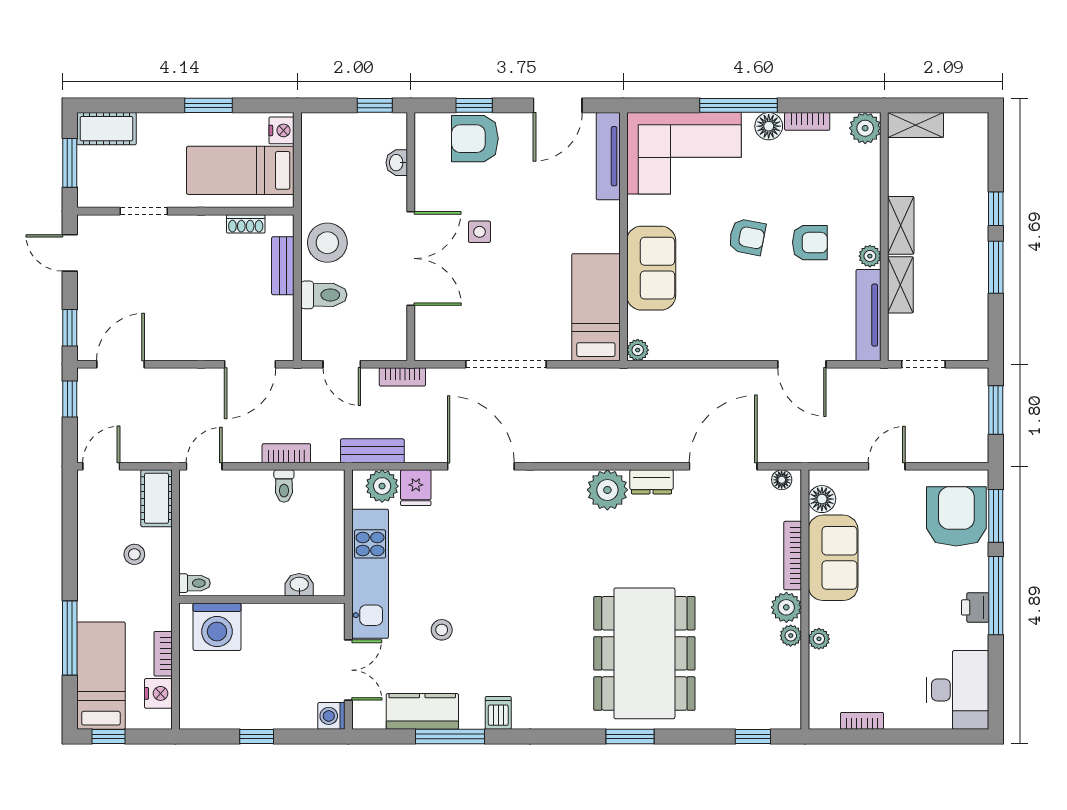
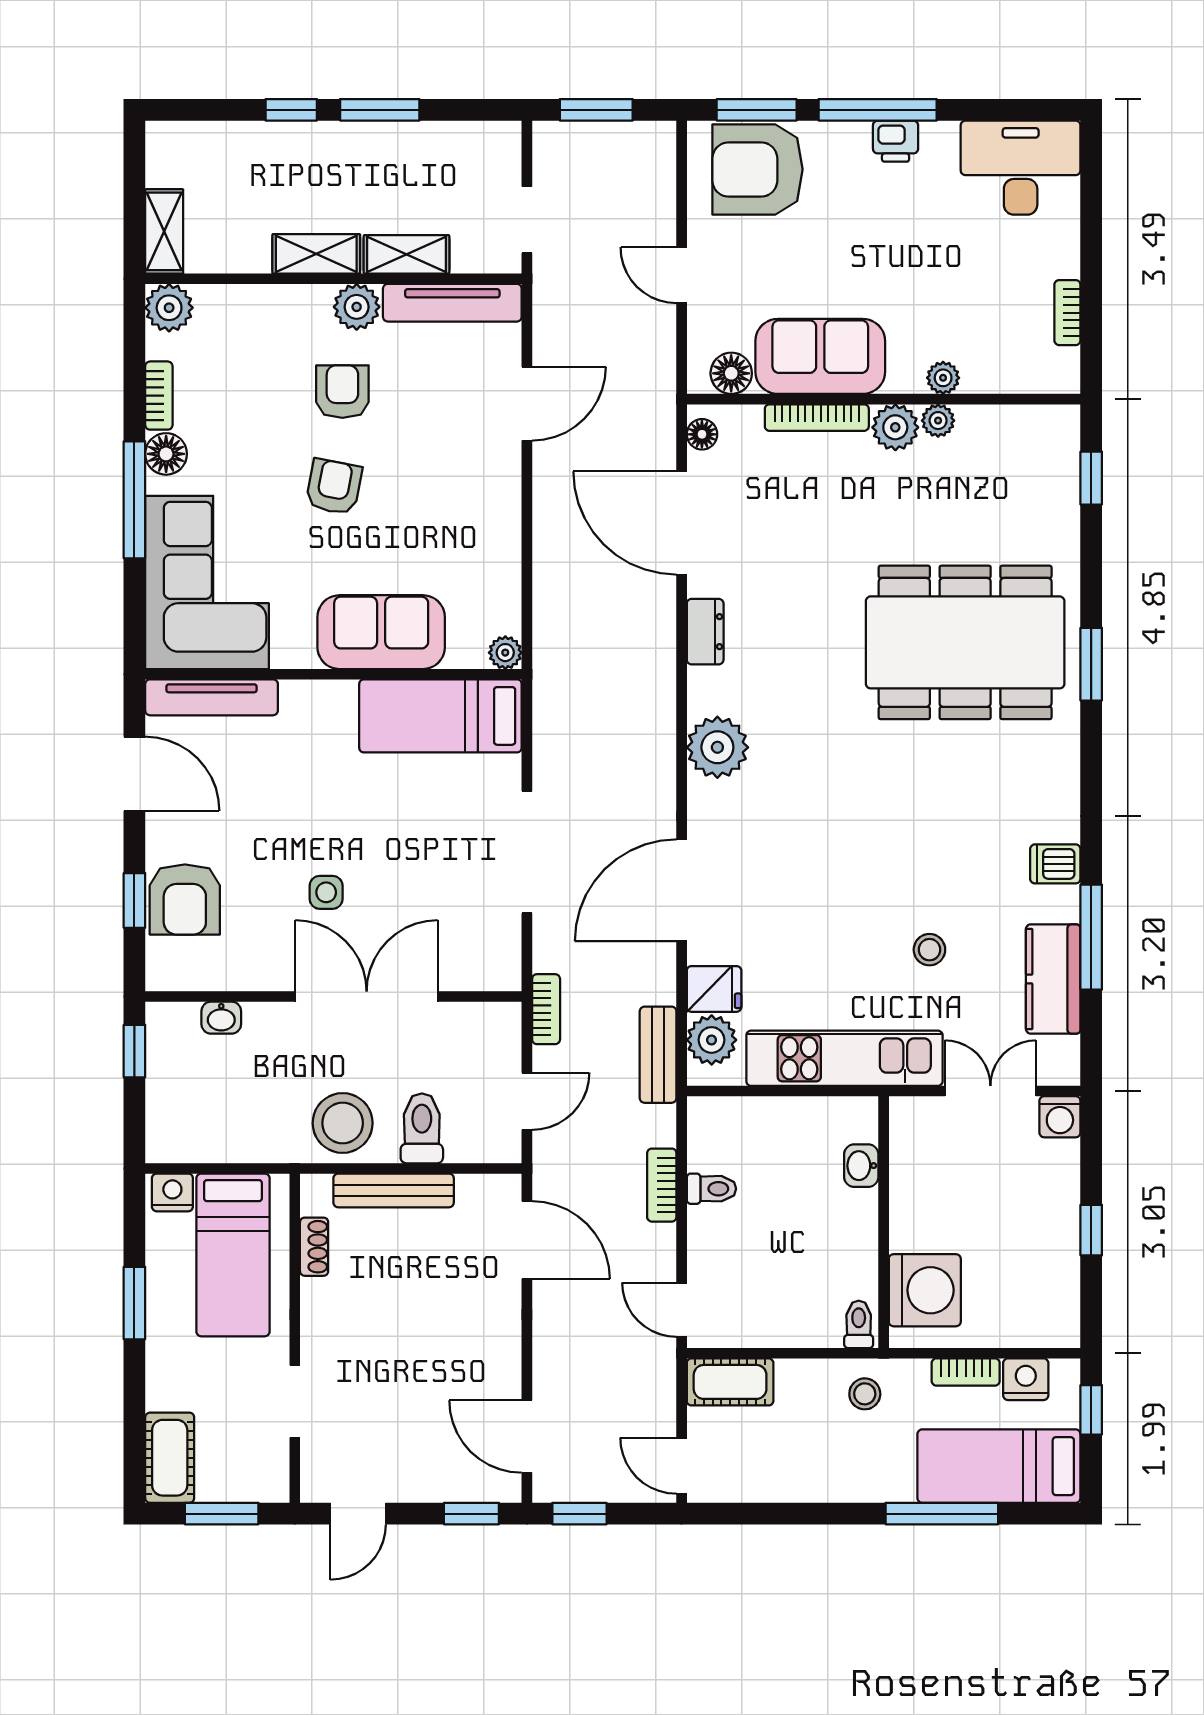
plant: (870, 256) -> (357, 307), width x1.38, depth x1.38
bench: (283, 266) -> (394, 1190), width x1.36
plant: (607, 490) -> (717, 747), moved
stool: (134, 554) -> (865, 1394), moved
window: (109, 737) -> (1091, 1410), moved

